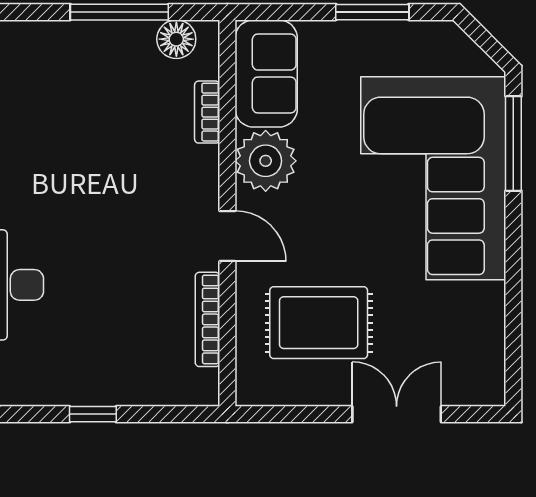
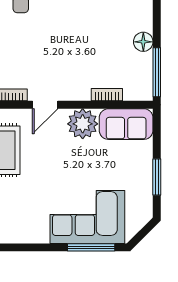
window: (119, 12) -> (157, 72), moved
floor lamp: (176, 39) -> (143, 42), moved
corner sofa: (433, 178) -> (87, 217), width x0.73, depth x0.74

